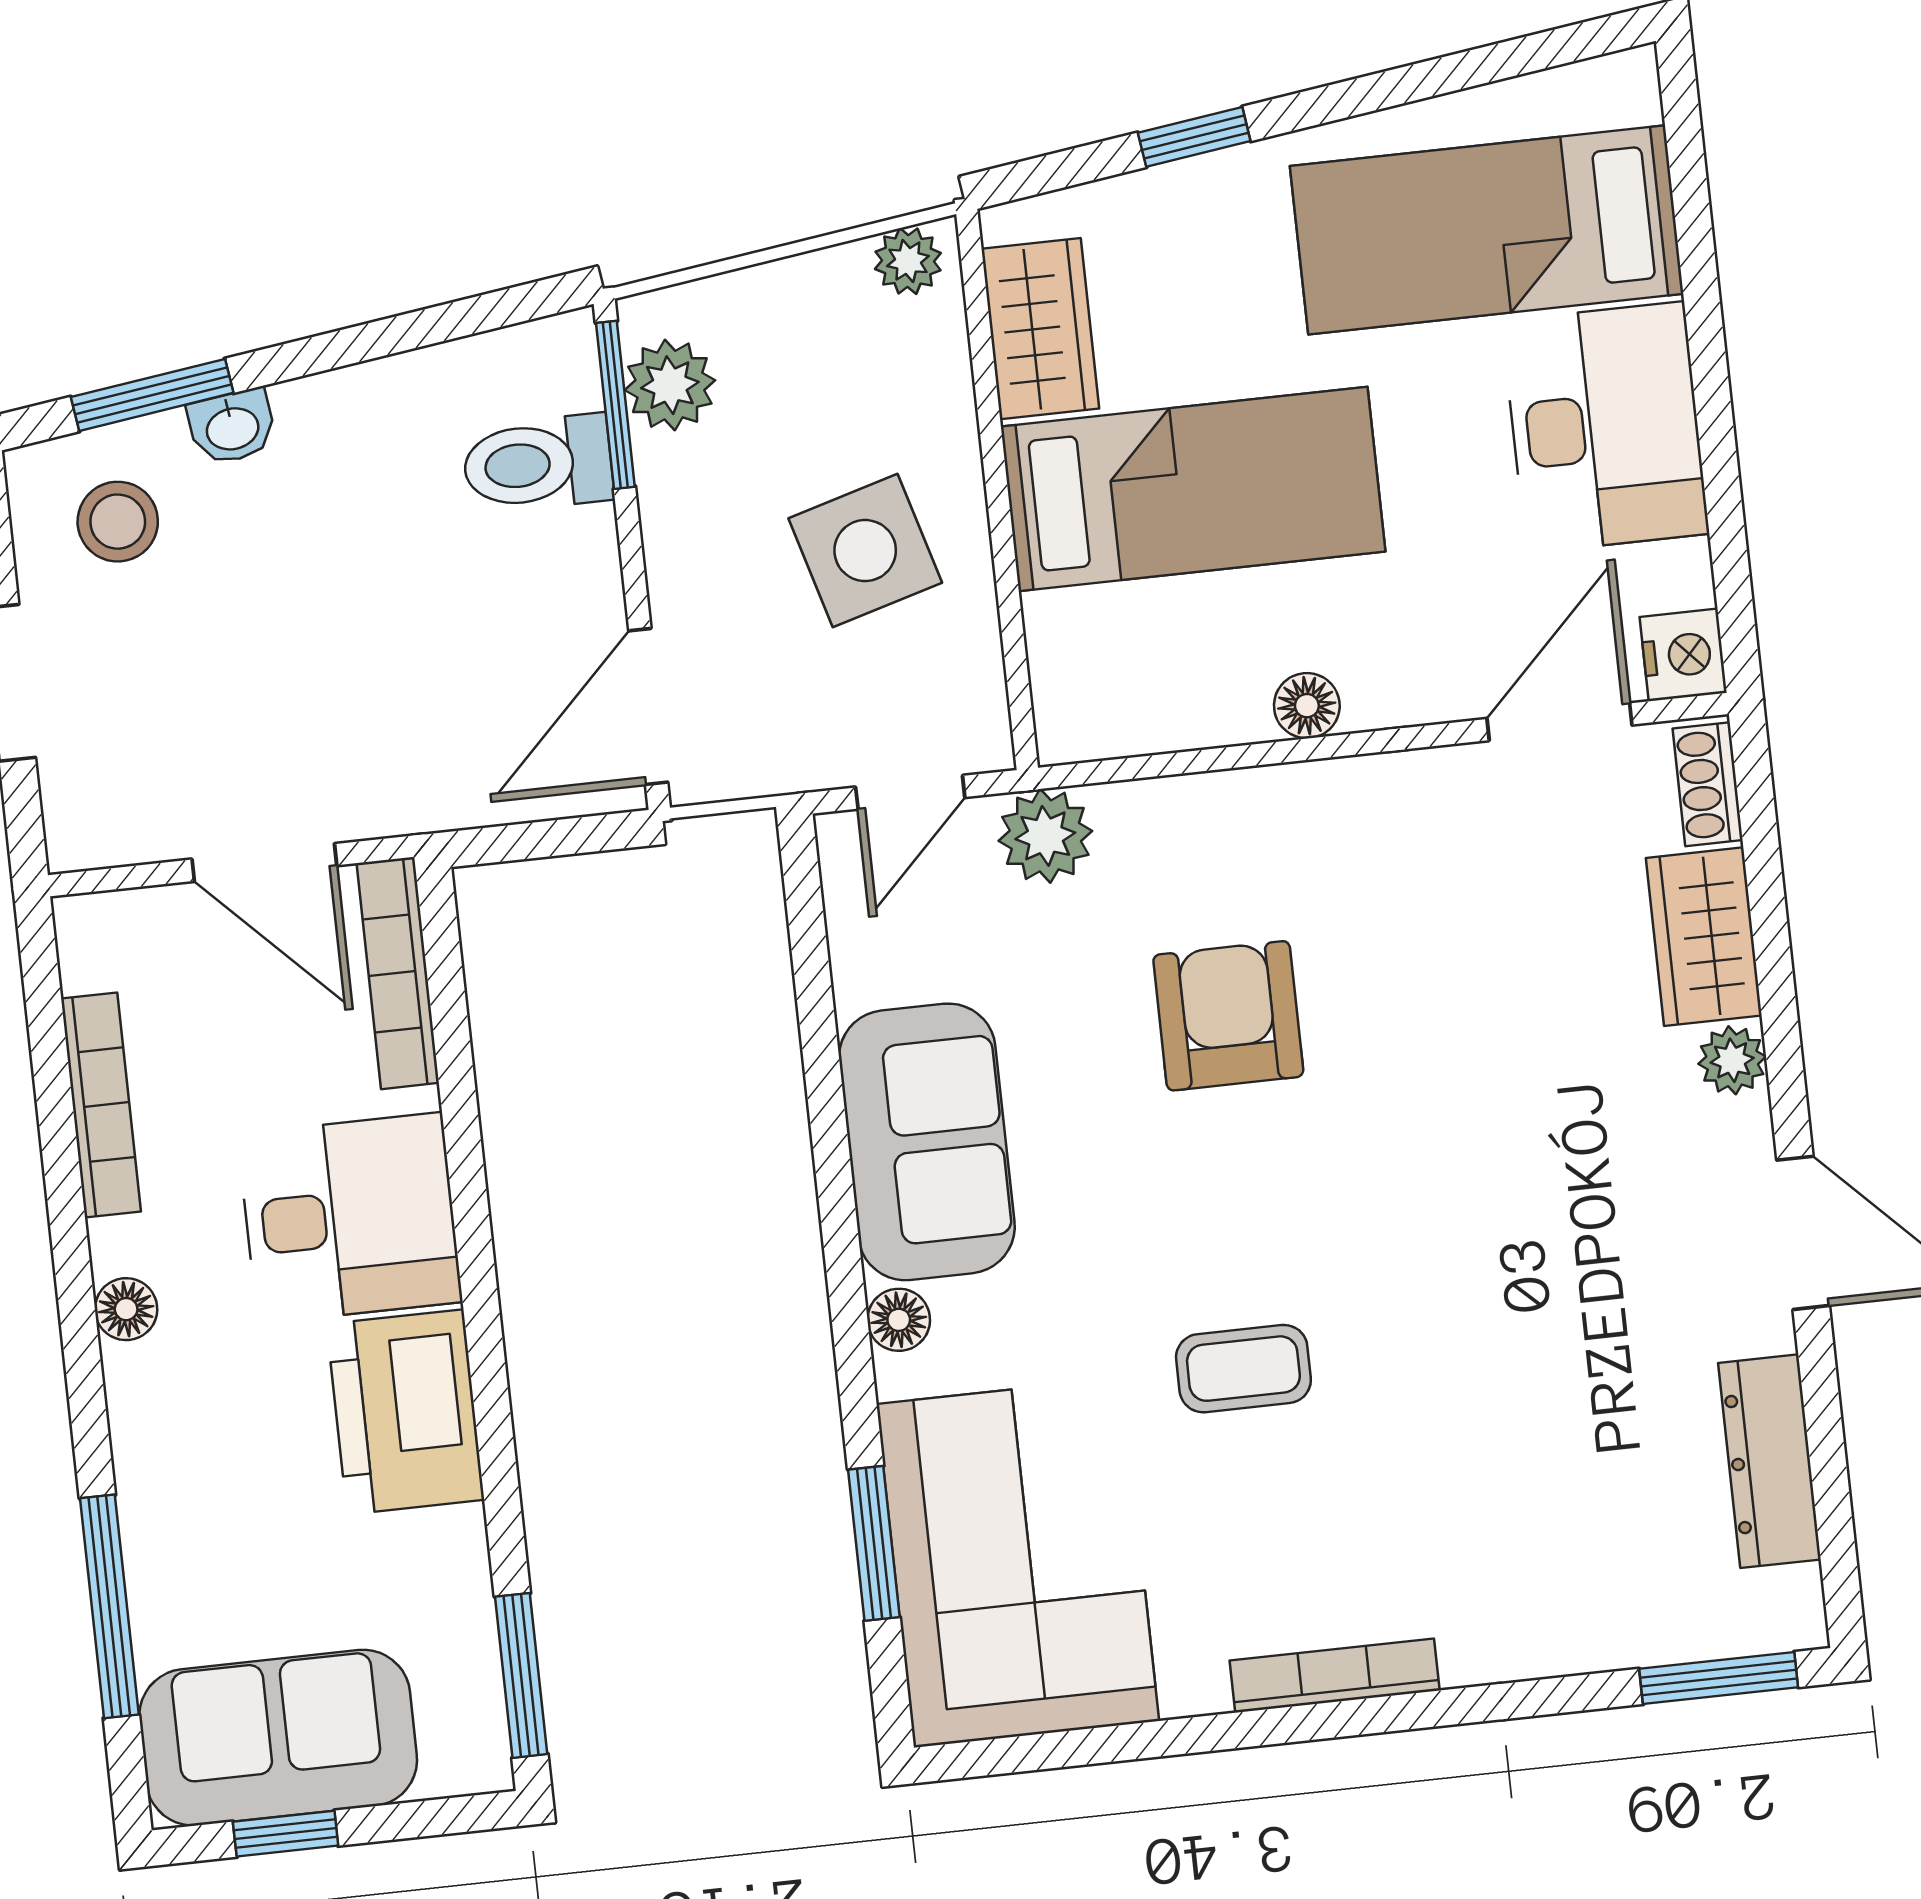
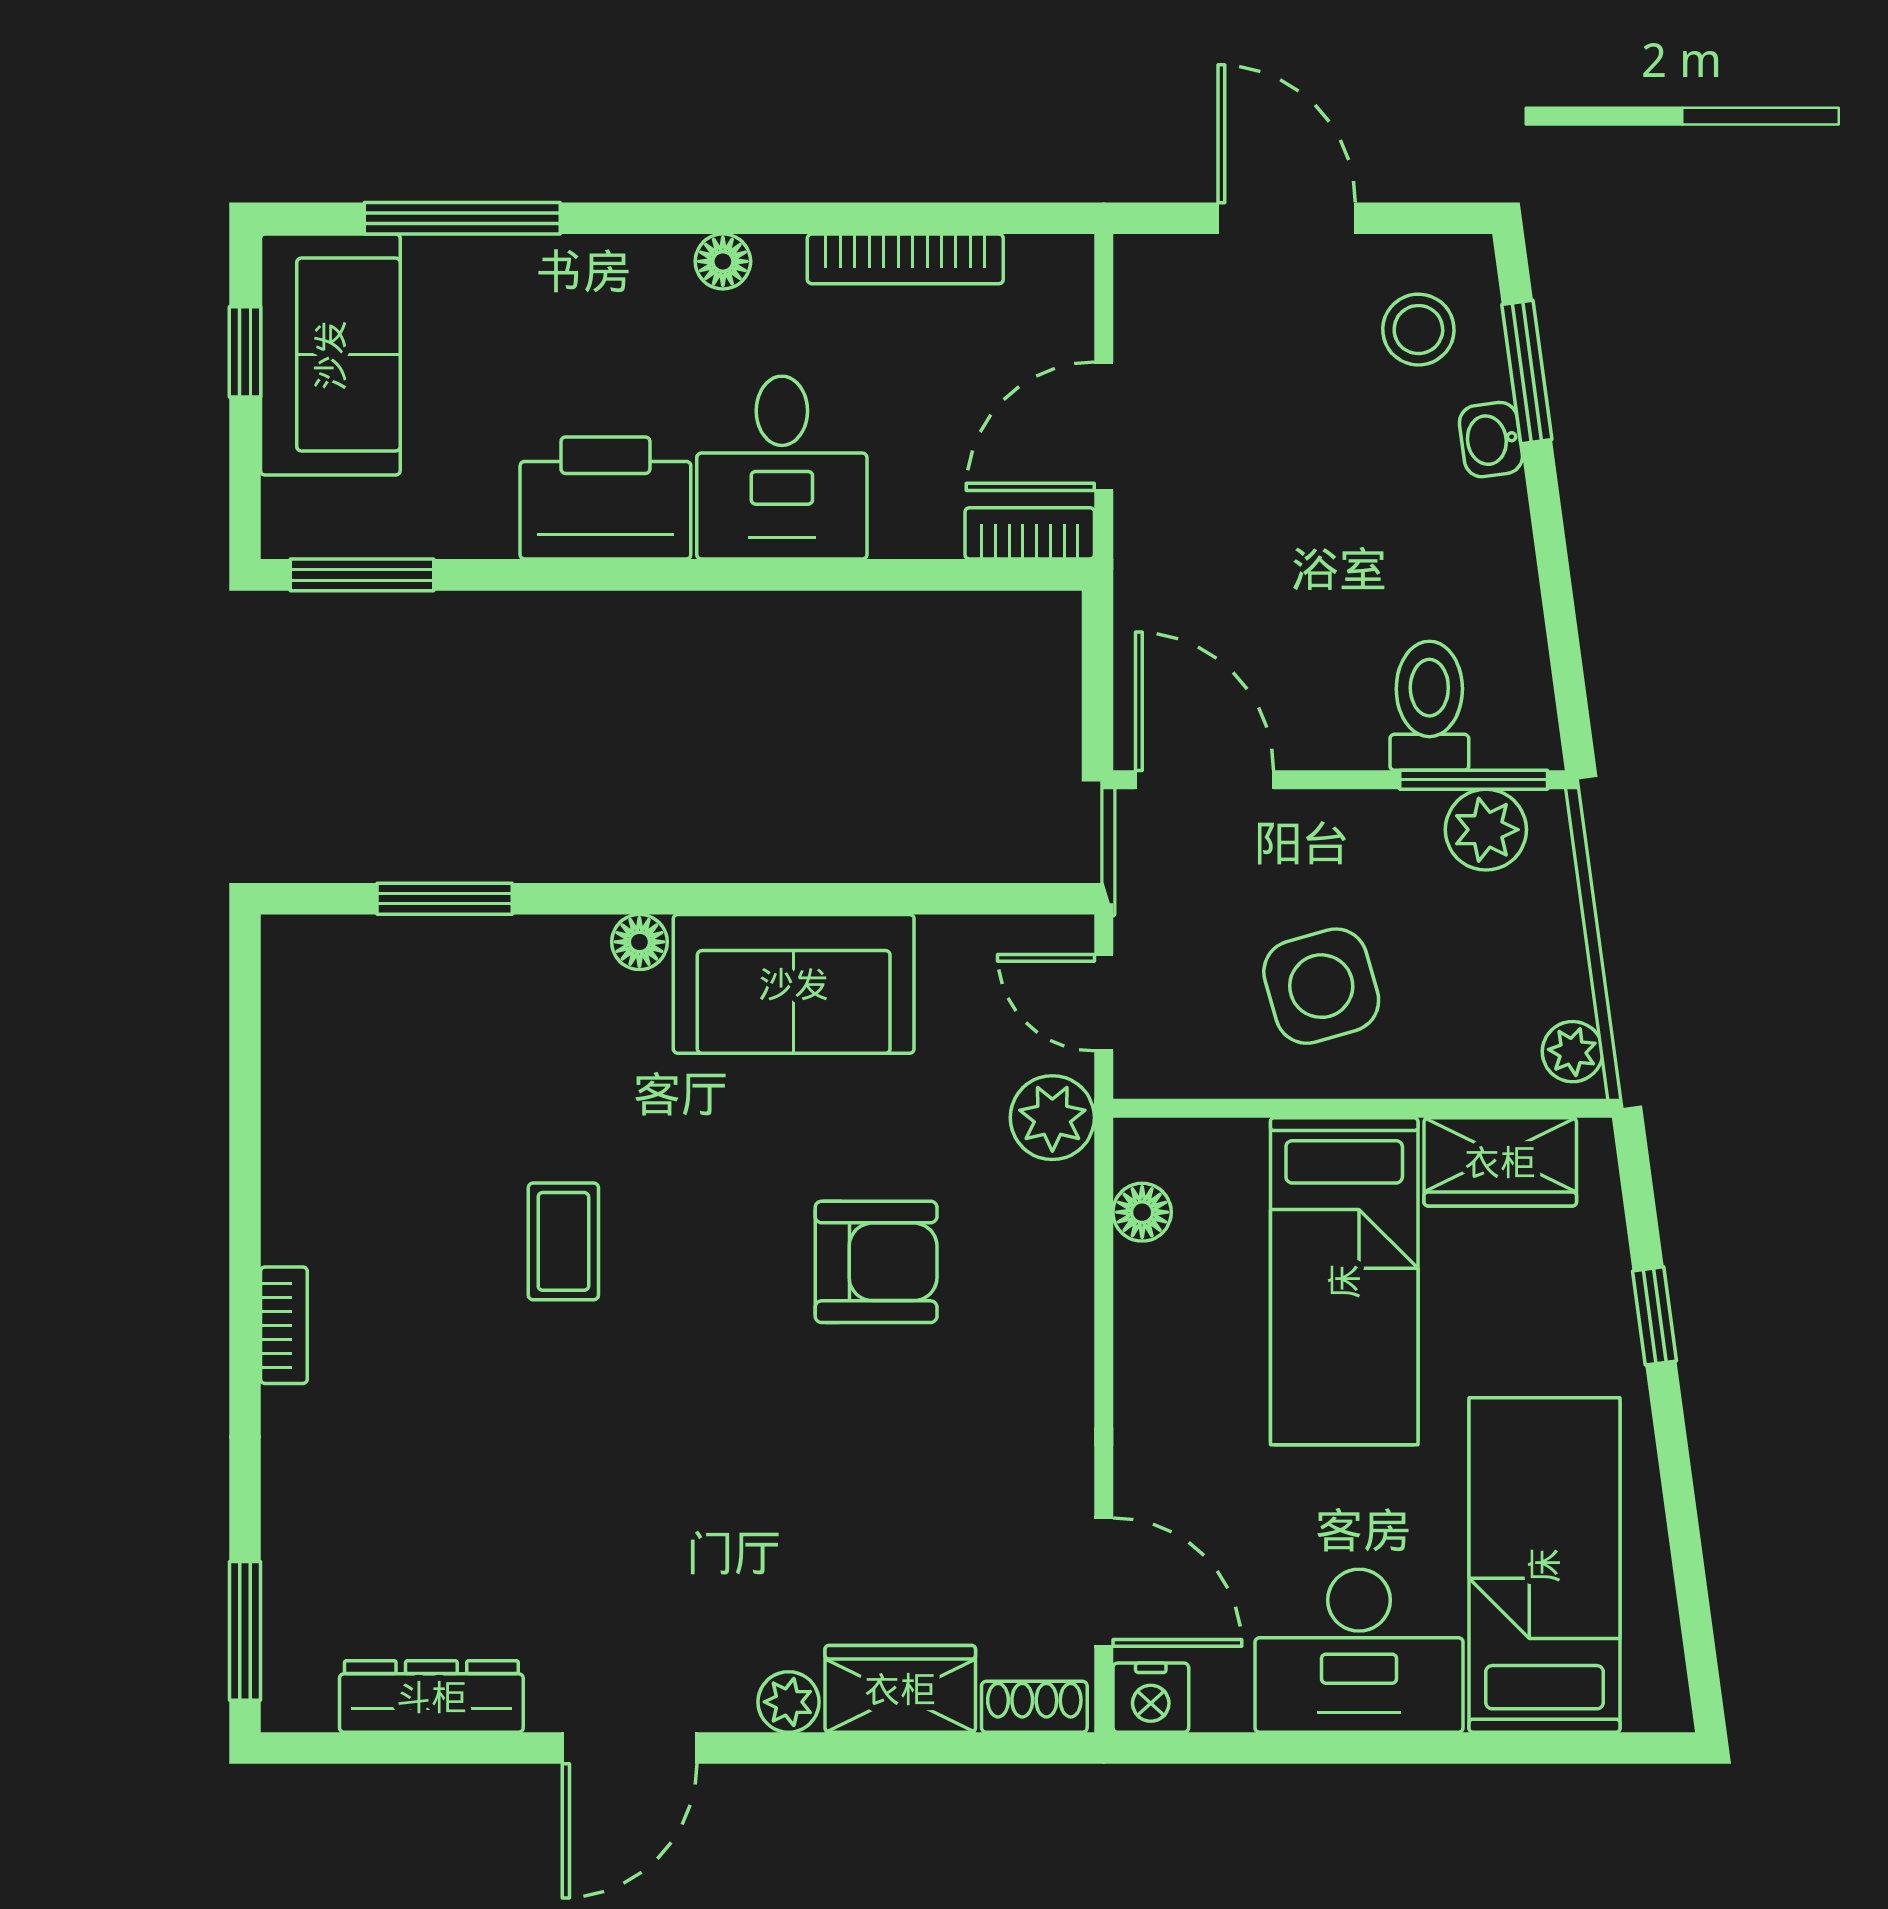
floor lamp: (1307, 706) -> (1142, 1212), moved
bookcase: (398, 973) -> (1030, 533), width x0.64
corner sofa: (1018, 1562) -> (414, 1024), removed
bookcase: (1335, 1676) -> (284, 1325), width x0.64

